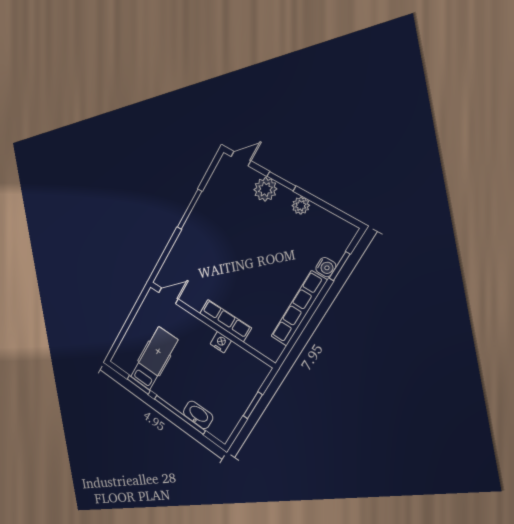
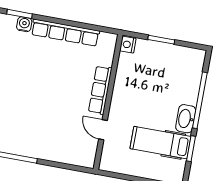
door: (168, 296) -> (103, 130), moved
nightstand: (221, 342) -> (128, 45), moved
washbasin: (198, 415) -> (186, 119), moved

